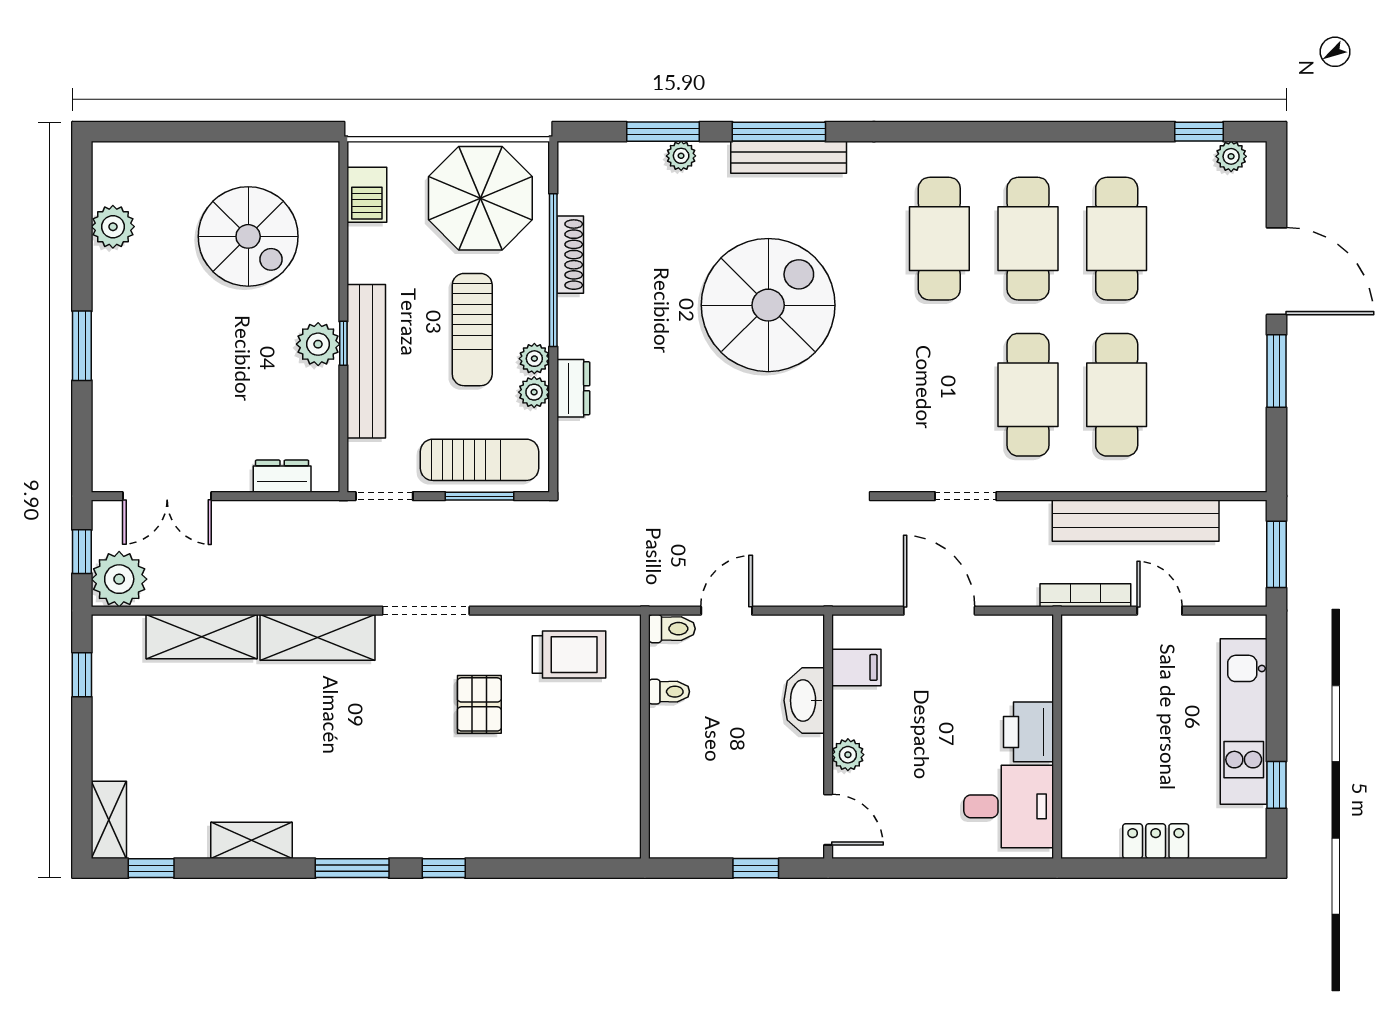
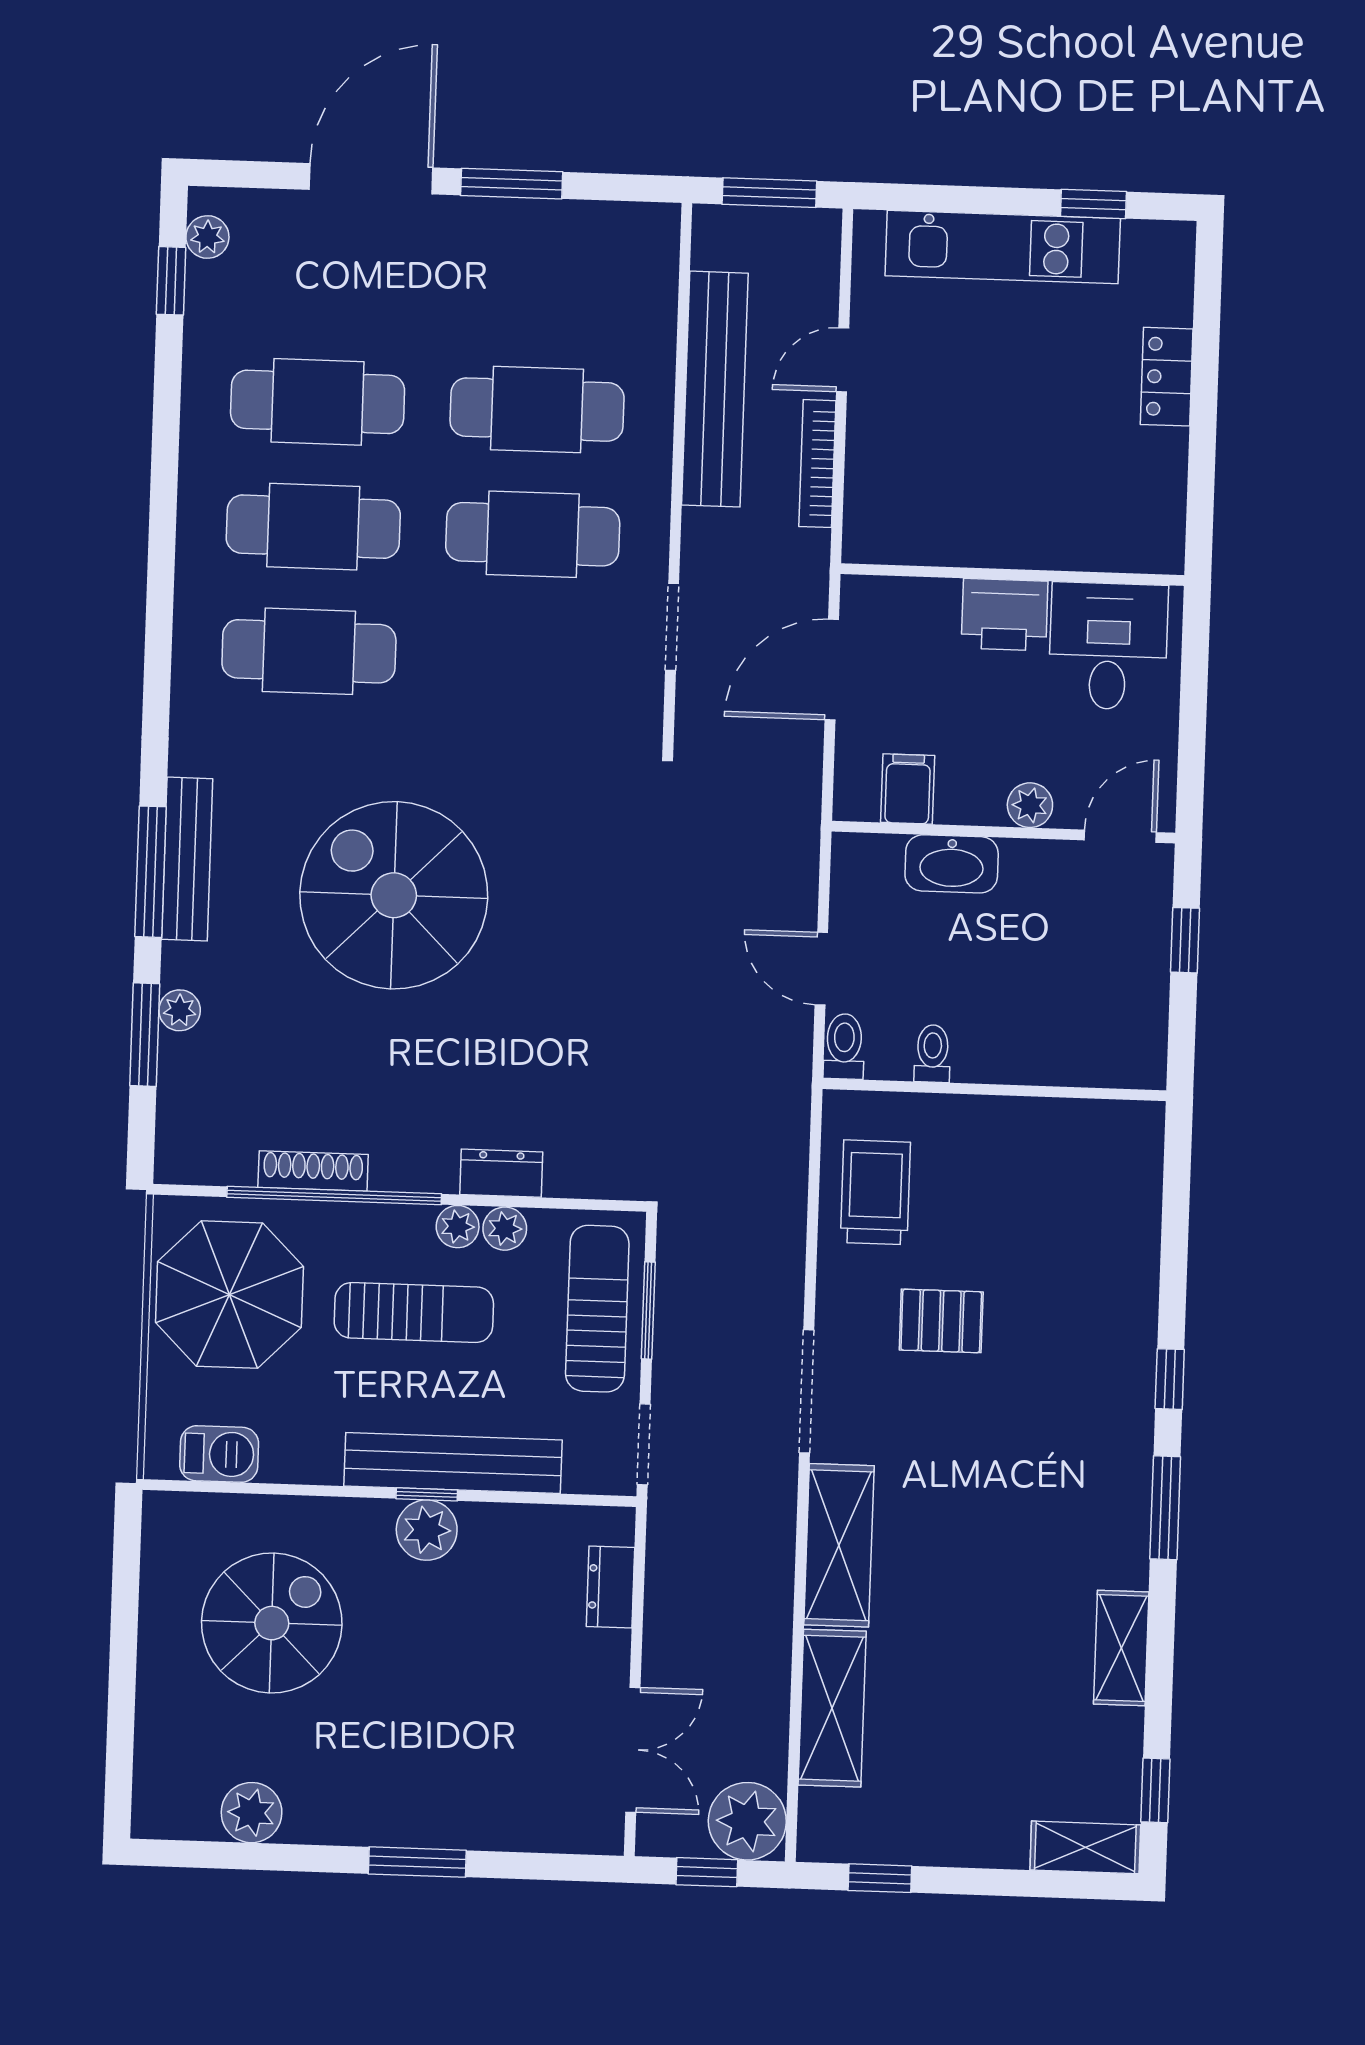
printer: (1028, 732) -> (1005, 615), moved
wall: (1057, 737) -> (1012, 575), moved
desk: (1009, 806) -> (1108, 646), moved

